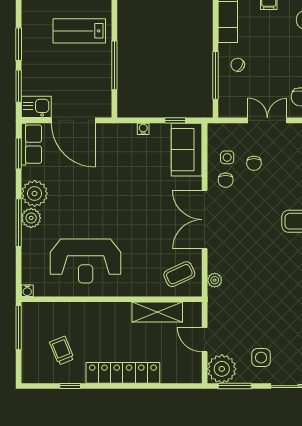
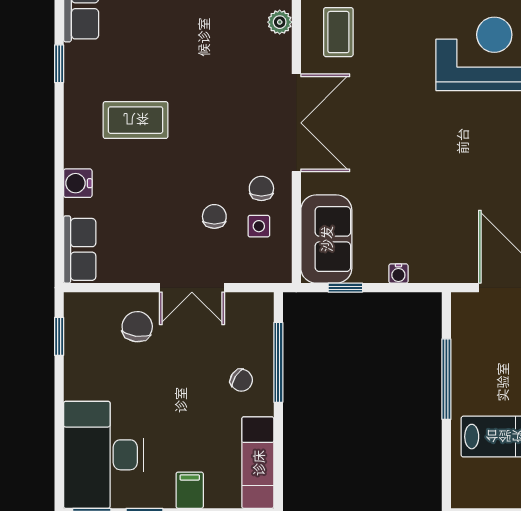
coffee table: (179, 274) -> (338, 32), turned -65

